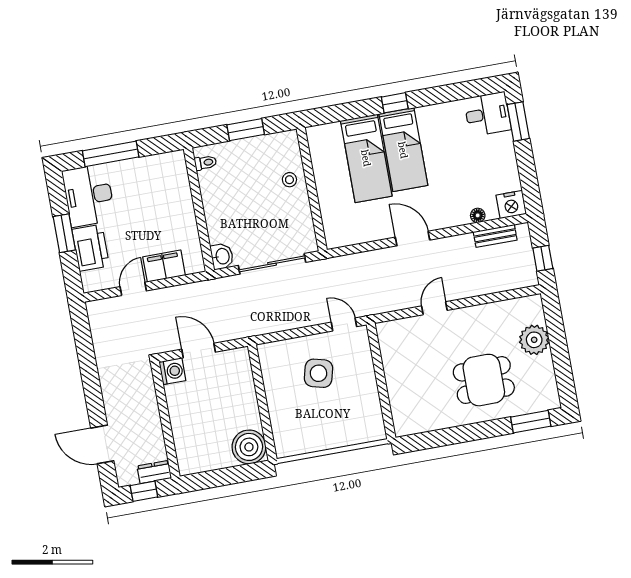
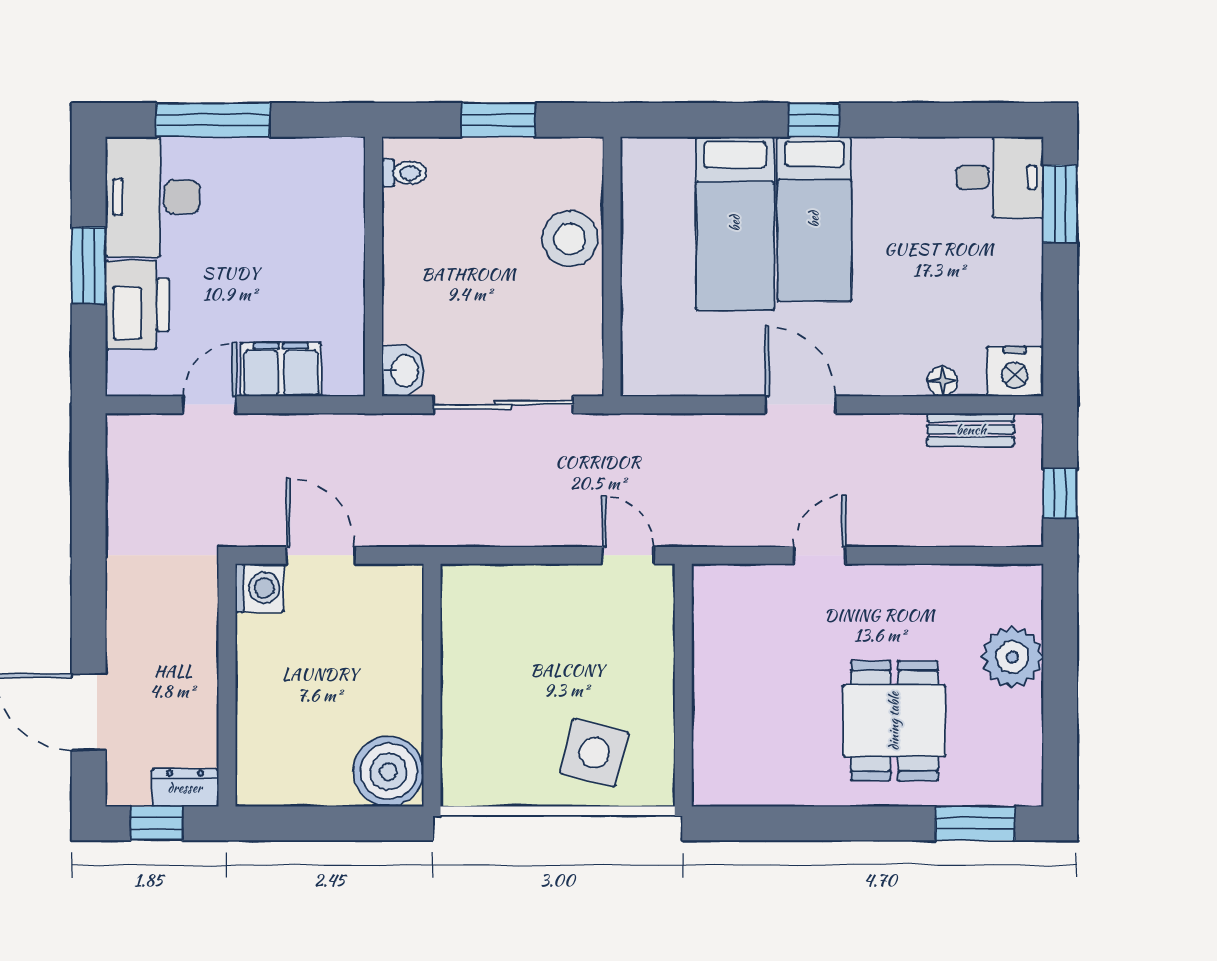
stool: (289, 180) -> (570, 239), width x1.89, depth x1.89
side table: (319, 373) -> (594, 753), moved
dining table: (484, 380) -> (894, 721), turned 90

